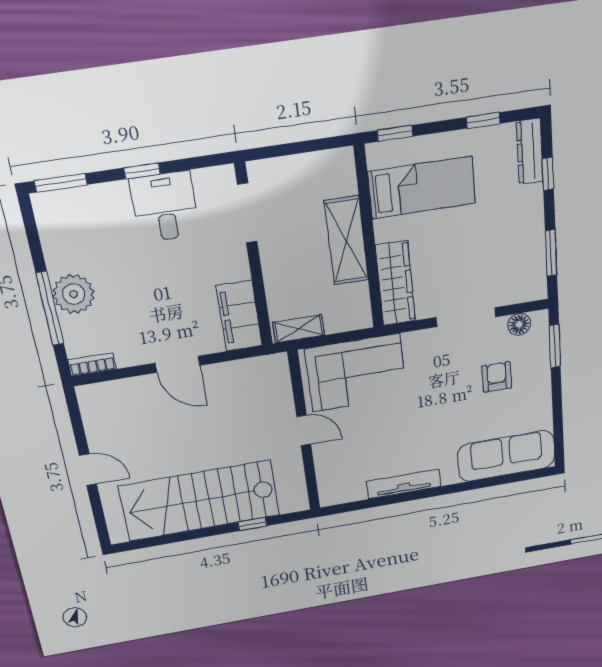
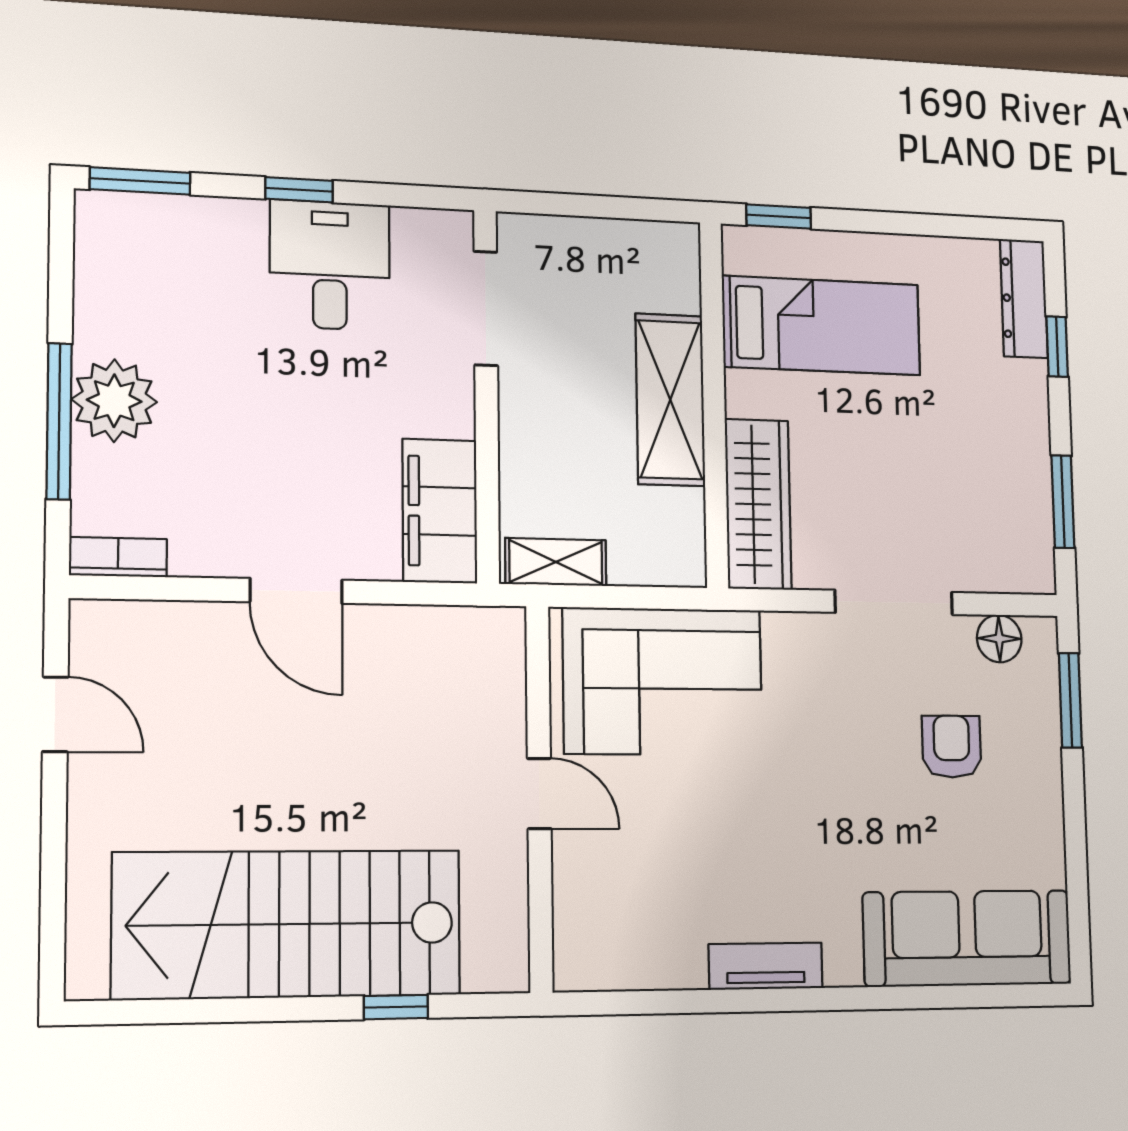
window: (483, 120) -> (940, 225), removed
door: (88, 470) -> (55, 714), moved
tv unit: (404, 484) -> (766, 966), width x0.71

